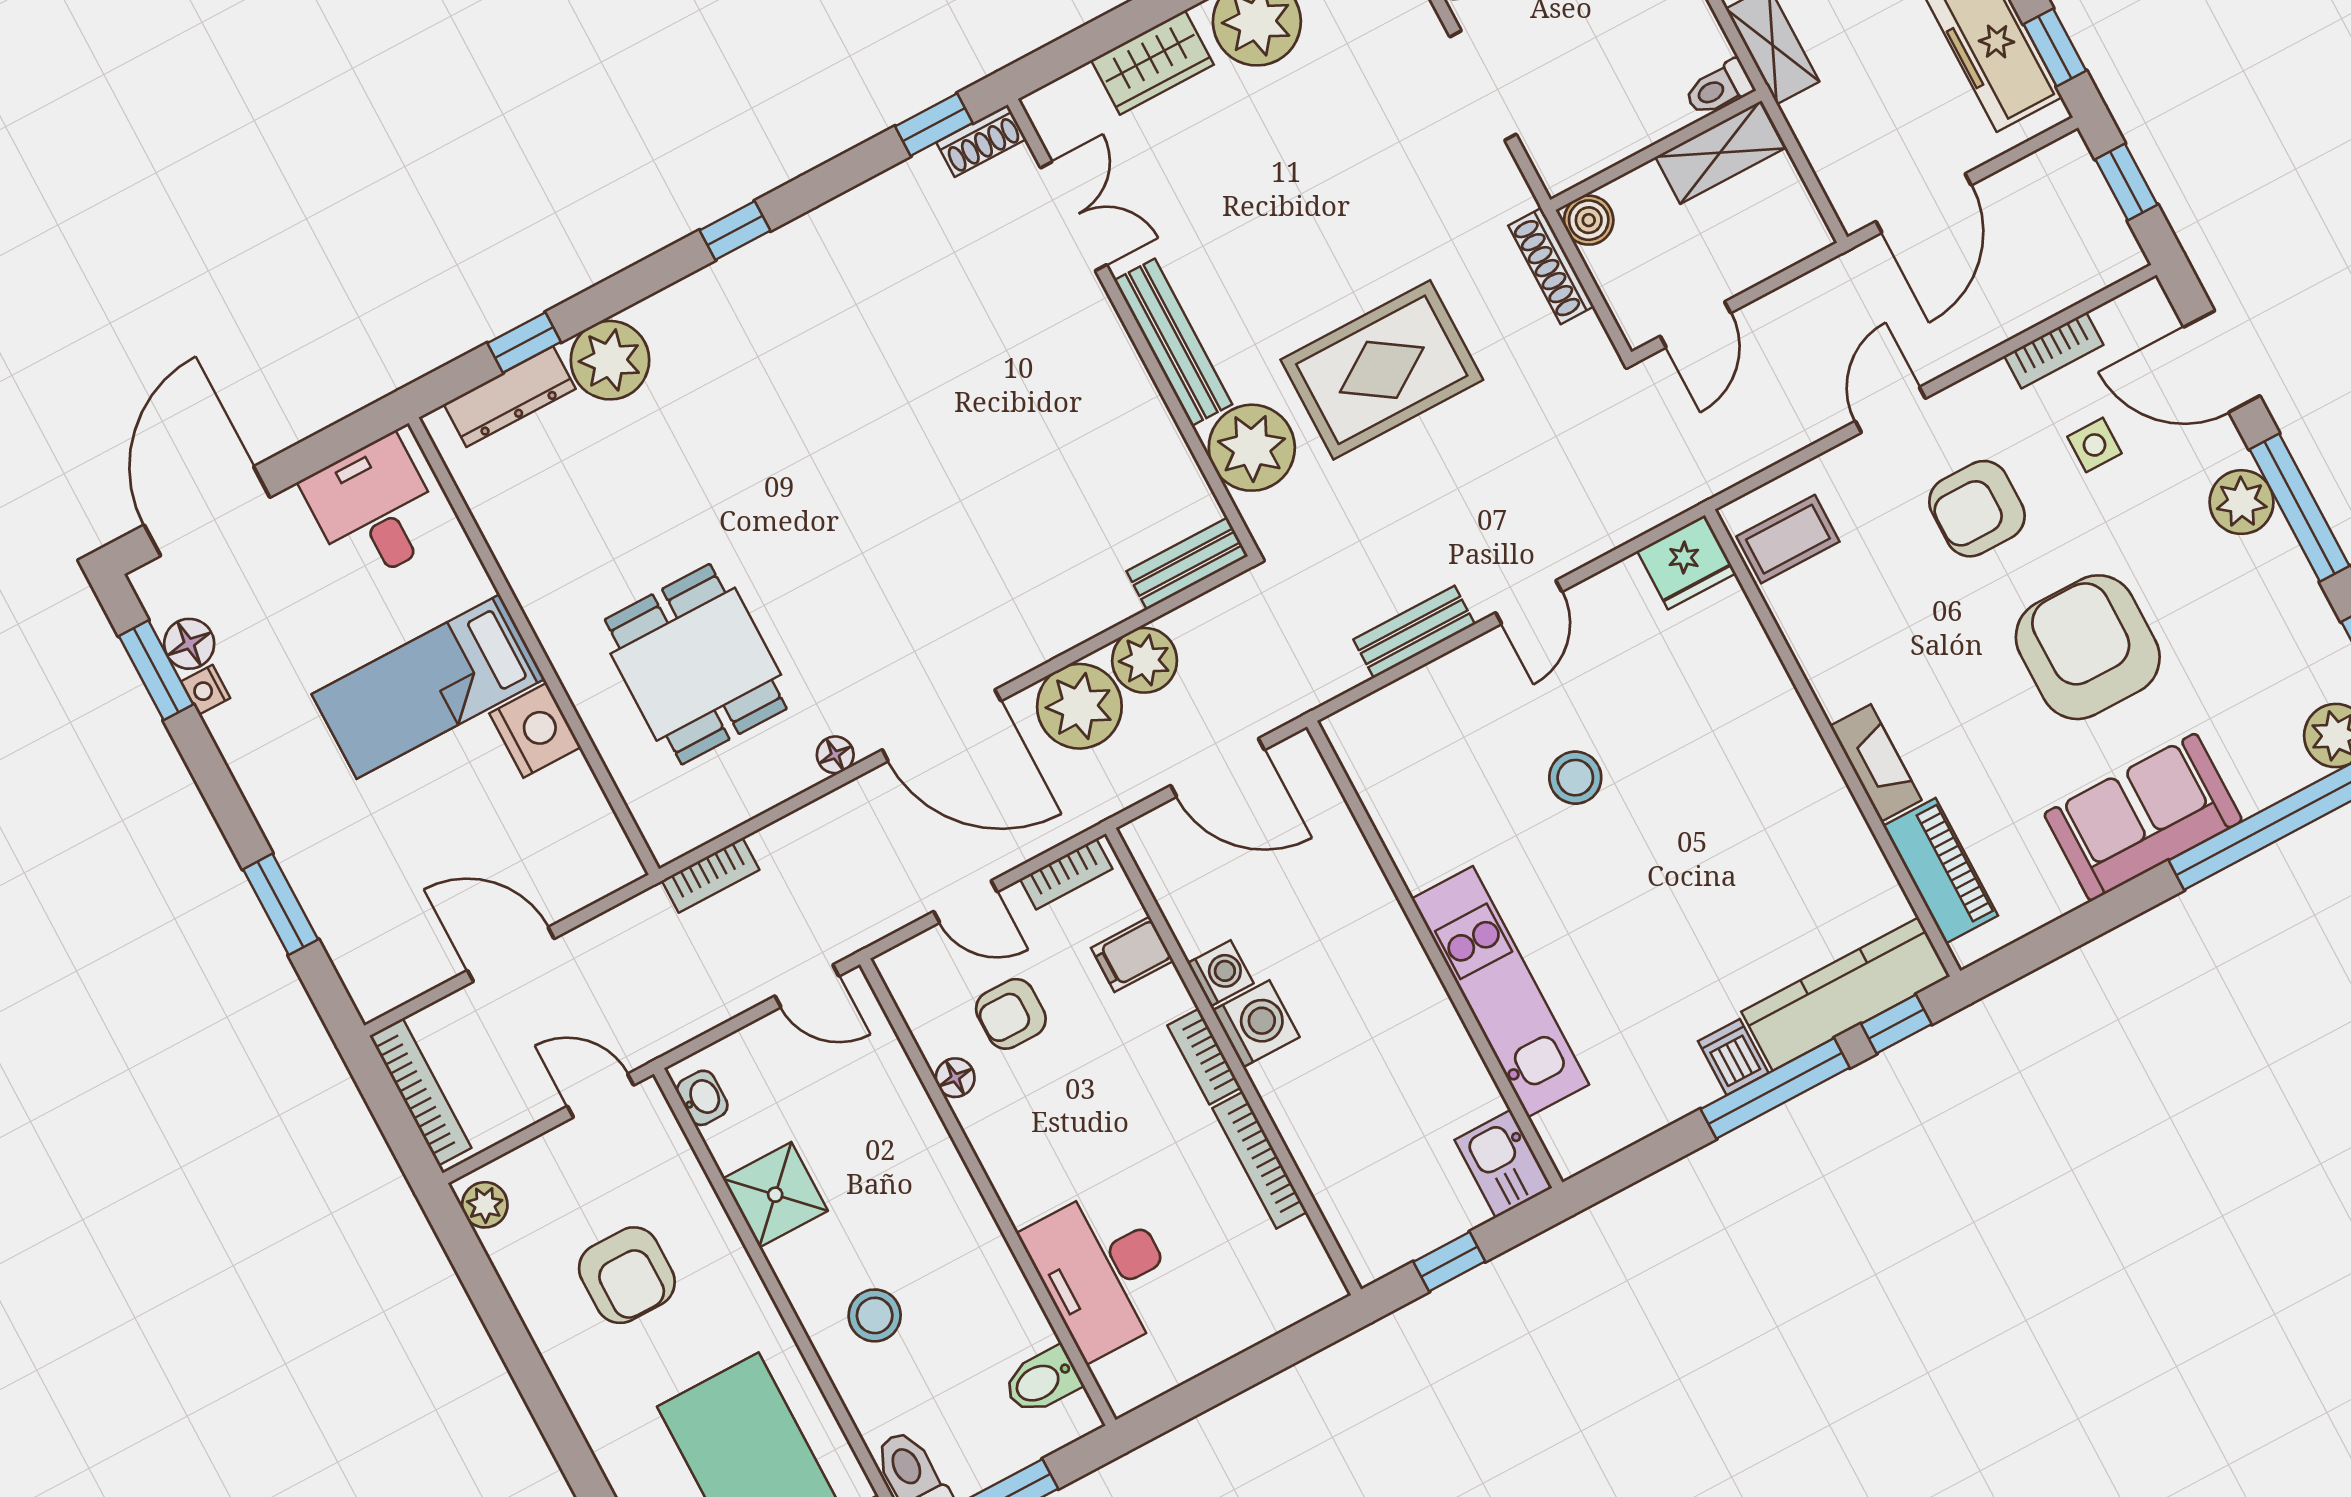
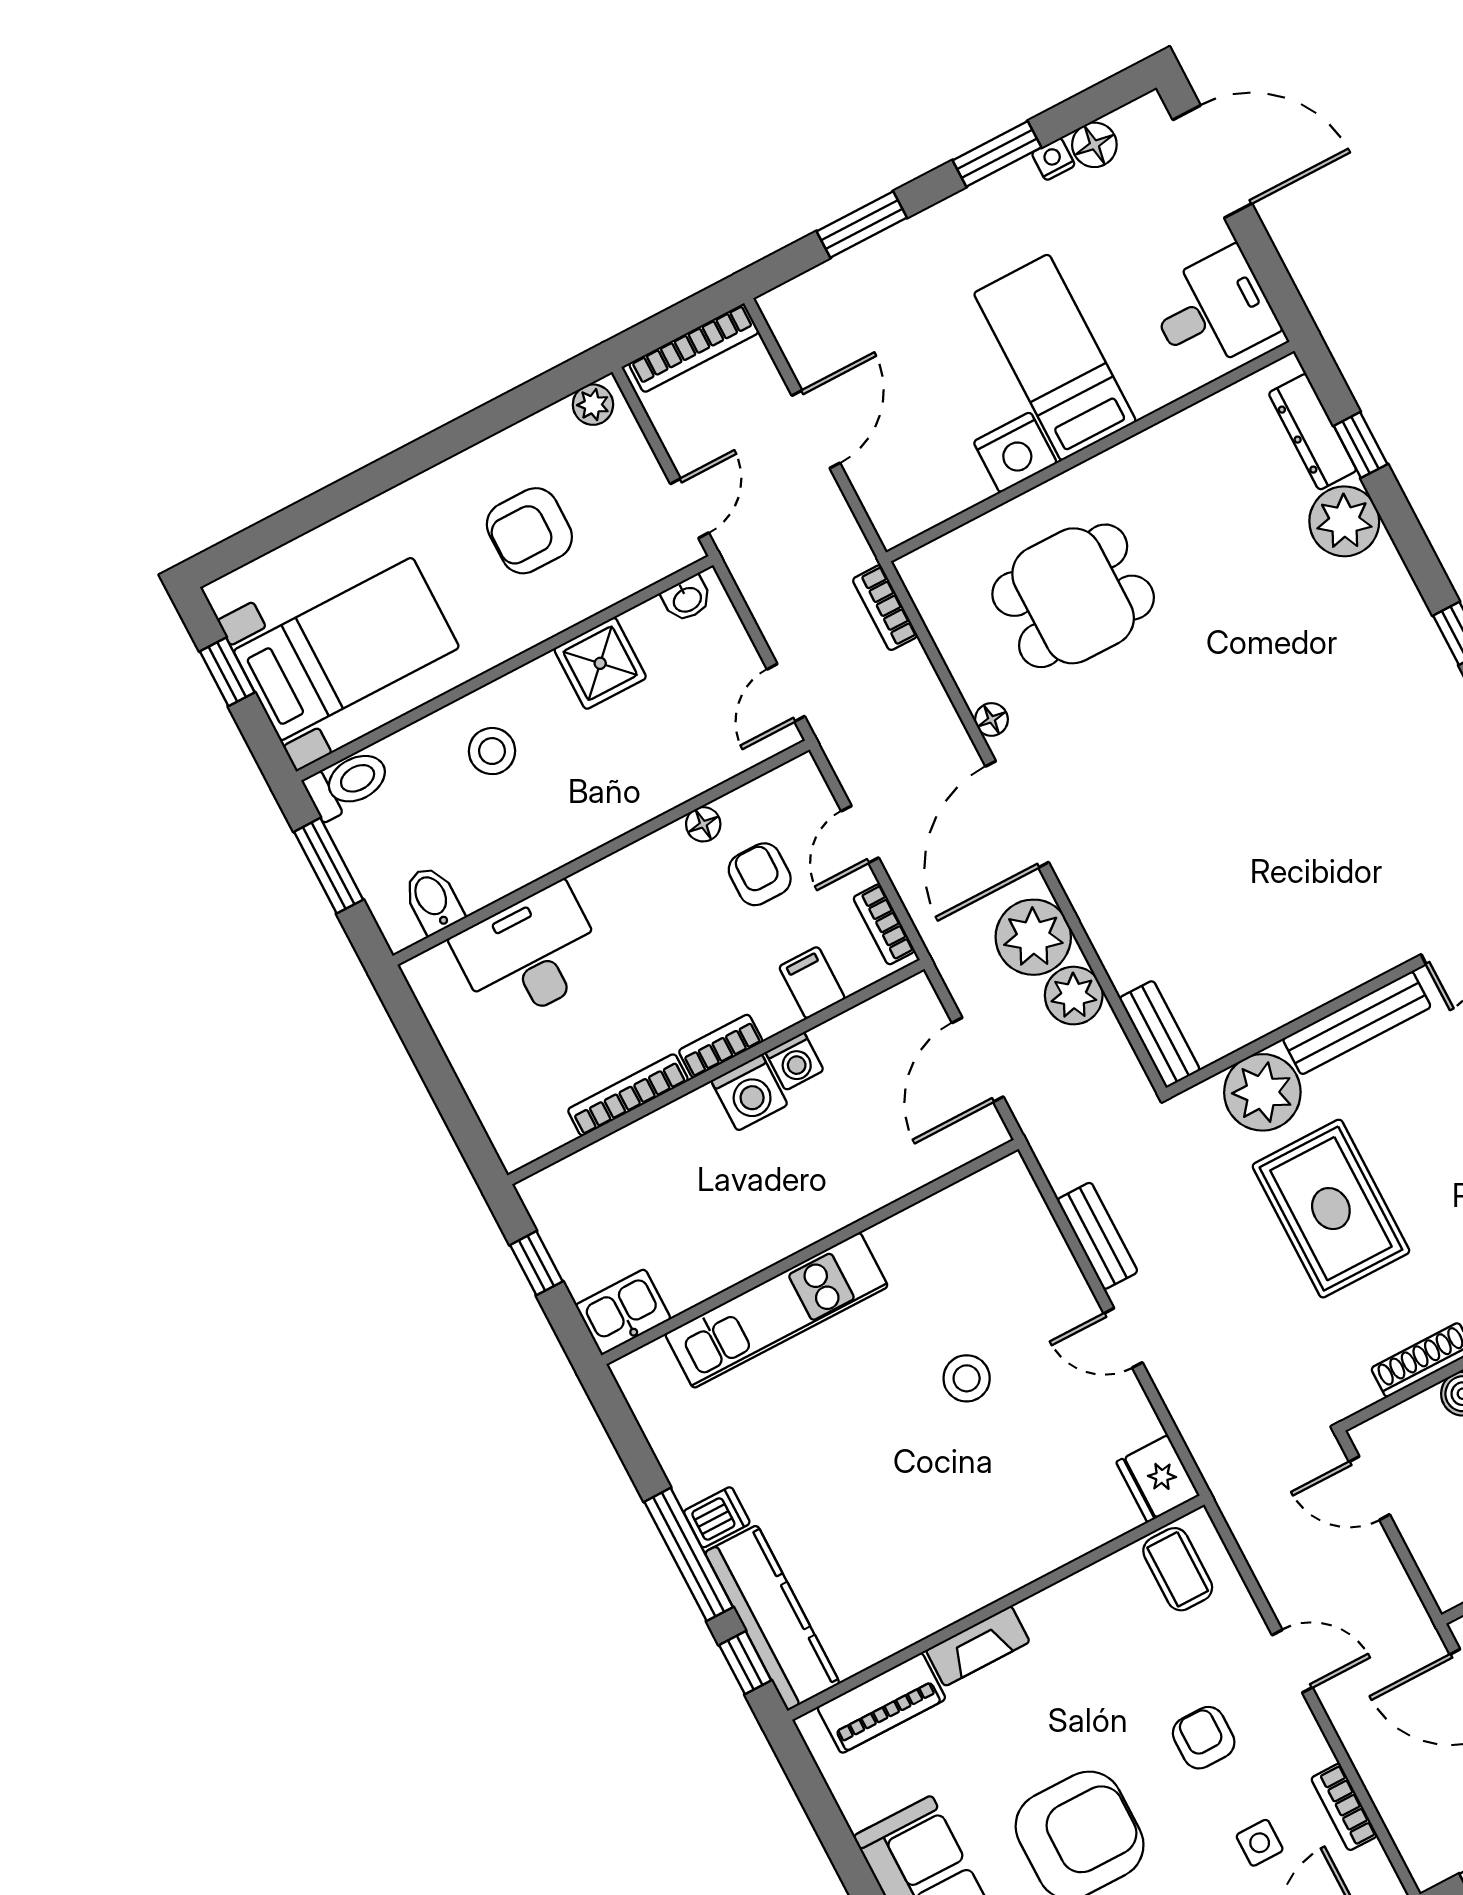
armchair: (1977, 509) -> (1204, 1738), width x0.72, depth x0.72
window: (156, 670) -> (997, 154), moved

